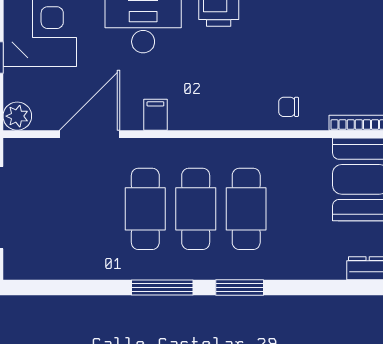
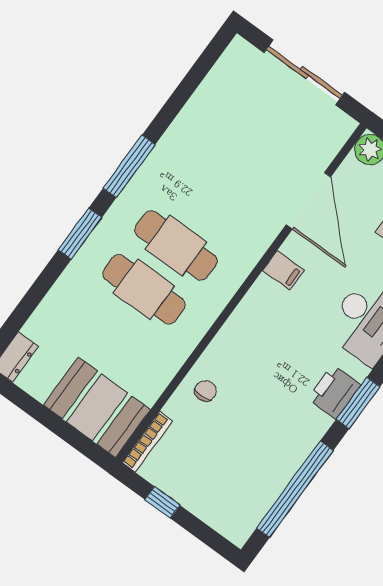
cafe table: (145, 209) -> (208, 202), removed

